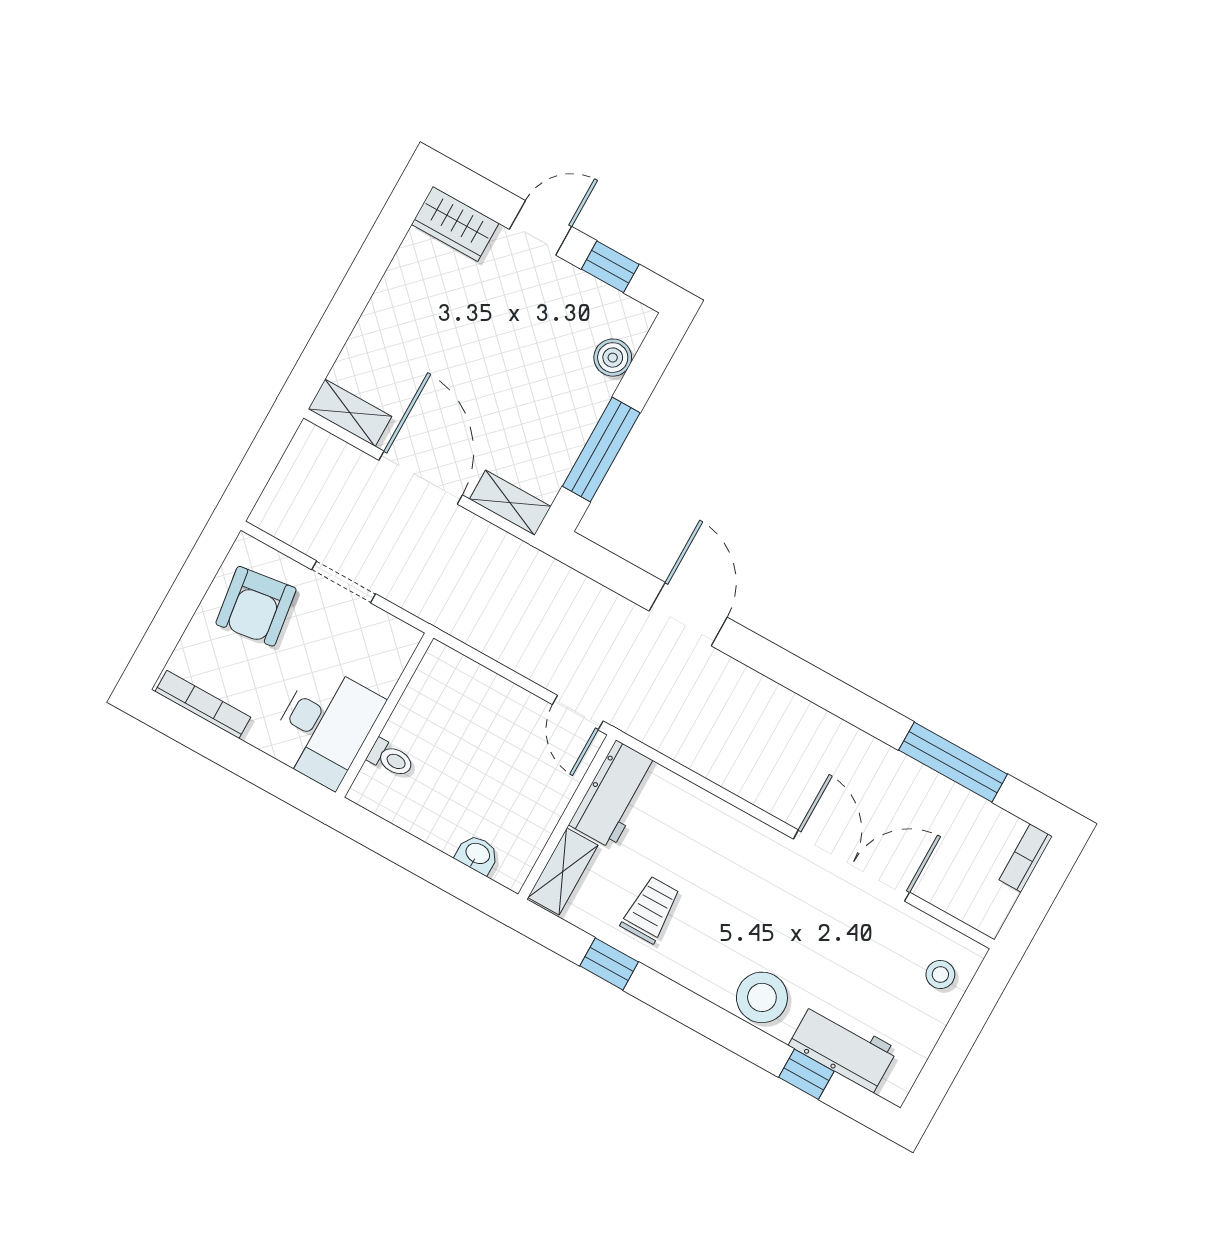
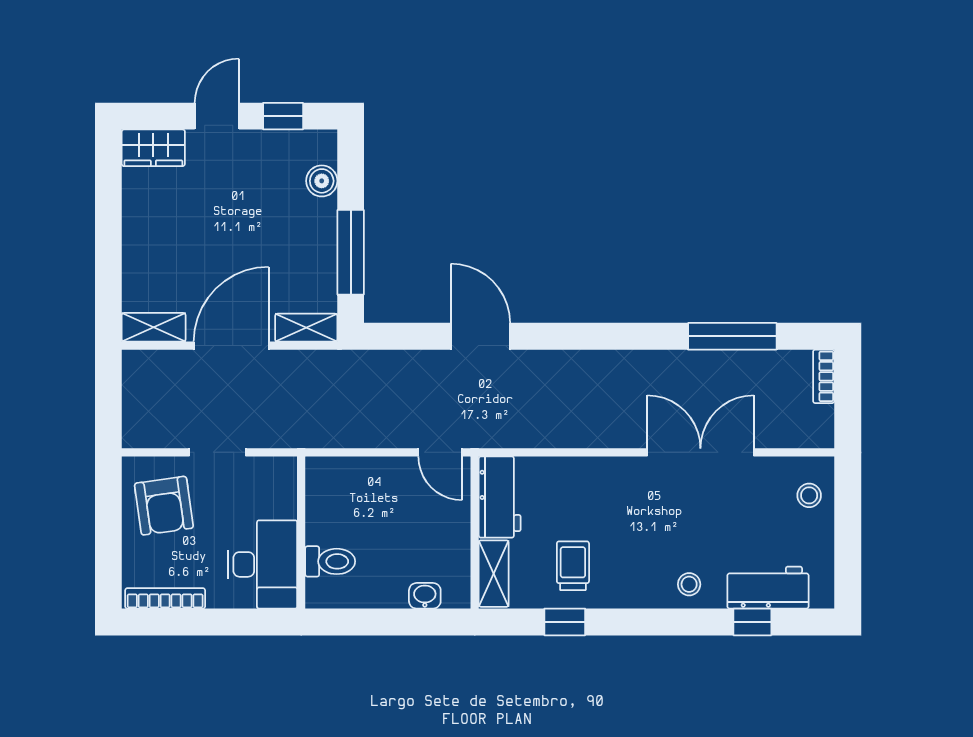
door: (421, 478) -> (231, 346), hinge flipped
toilet: (391, 758) -> (330, 561), width x1.37, depth x1.39
stool: (762, 997) -> (689, 584), width x0.53, depth x0.53

